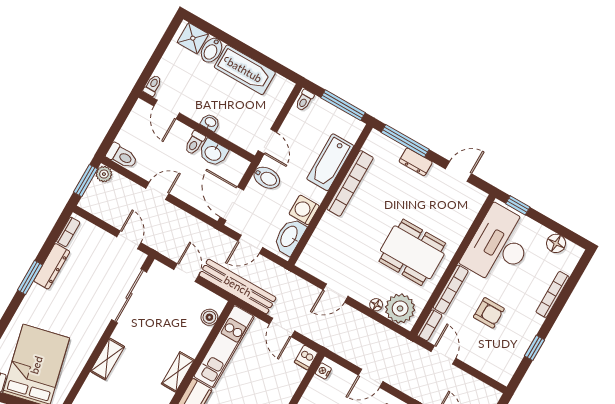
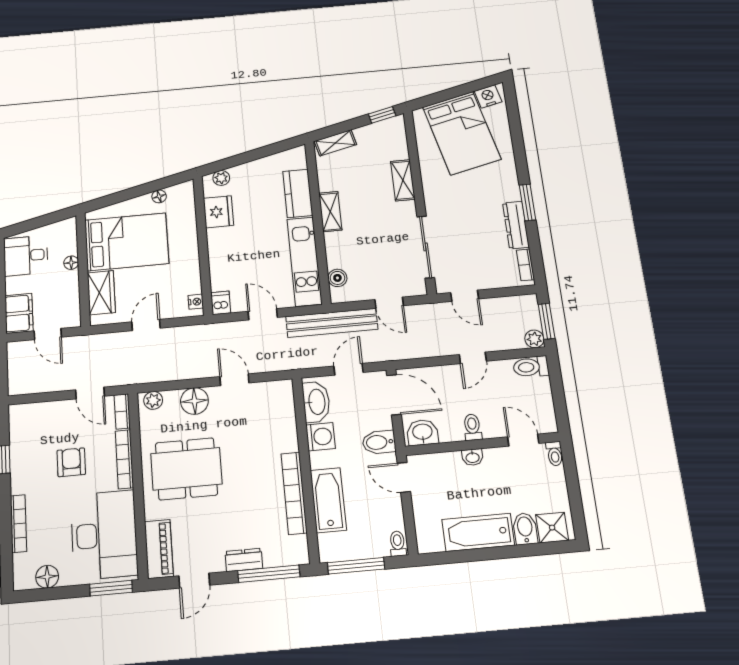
washbasin: (213, 153) -> (422, 432), moved
window: (518, 205) -> (111, 588), width x1.50
piano: (468, 210) -> (159, 549), added
door: (335, 293) -> (234, 380), hinge flipped
floor lamp: (376, 305) -> (194, 401), width x1.89, depth x1.89
plant: (400, 309) -> (153, 400), width x0.53, depth x0.53
armchair: (489, 313) -> (71, 462), turned 90

